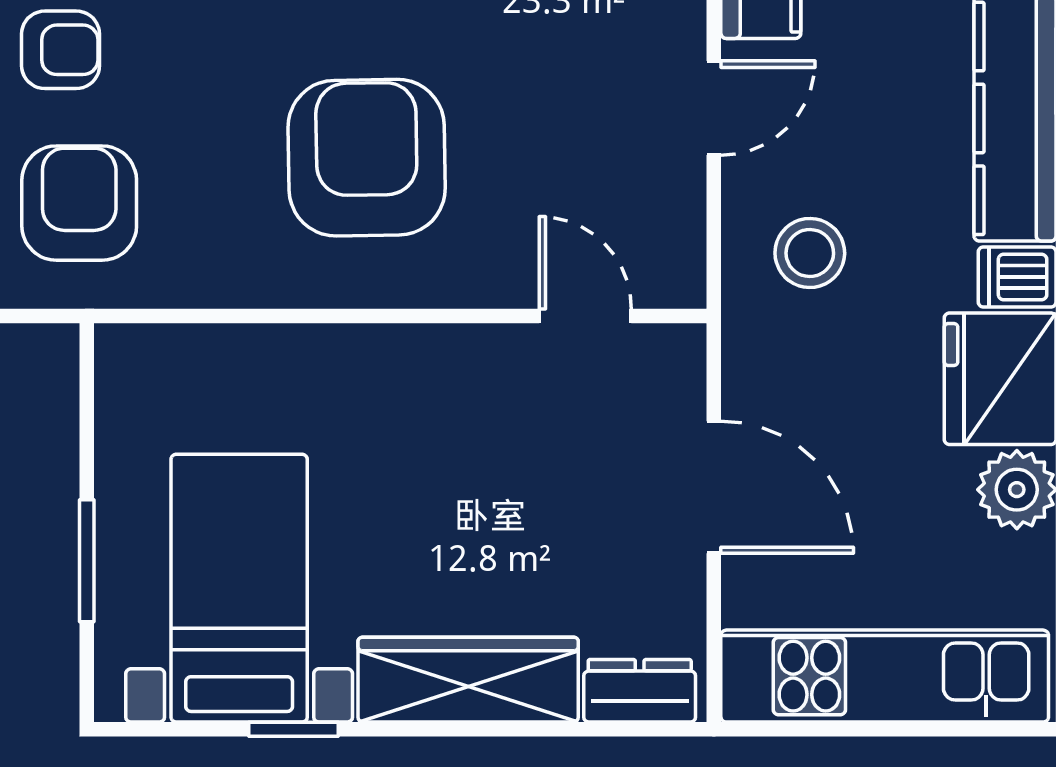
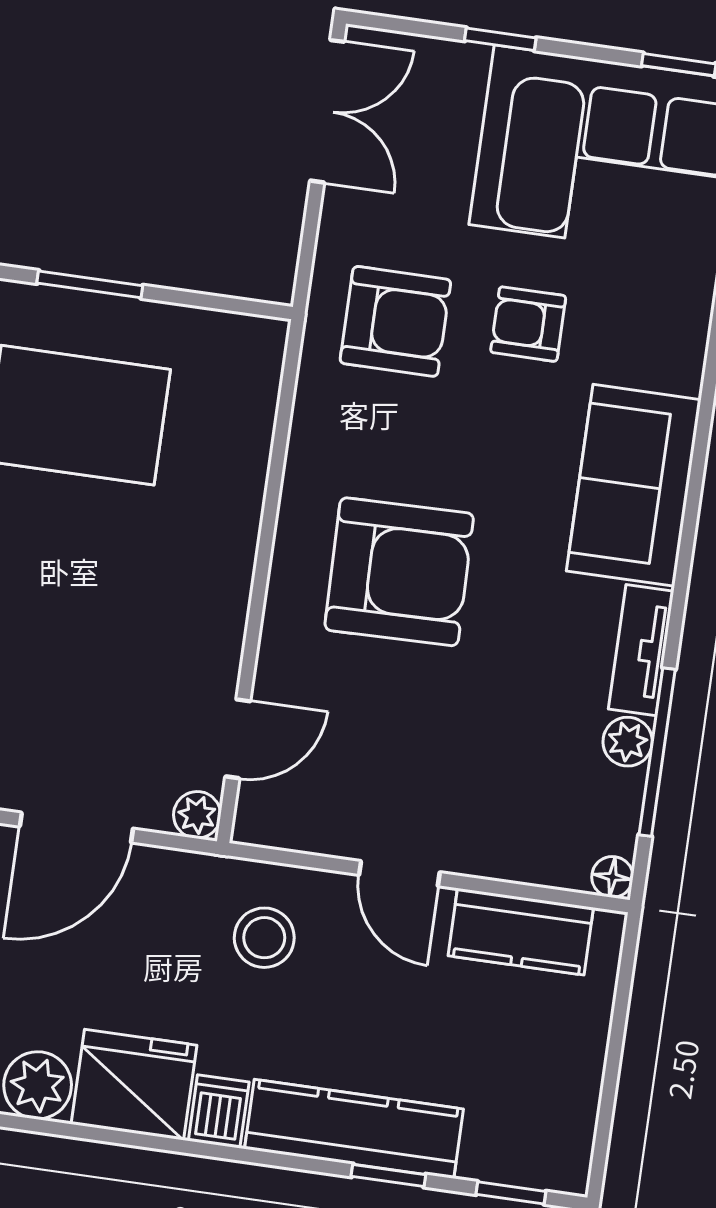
armchair: (61, 50) -> (528, 324), turned 90
plant: (679, 350) -> (197, 815), added

